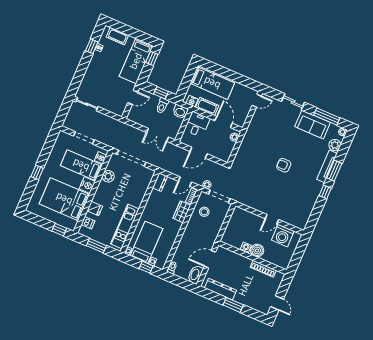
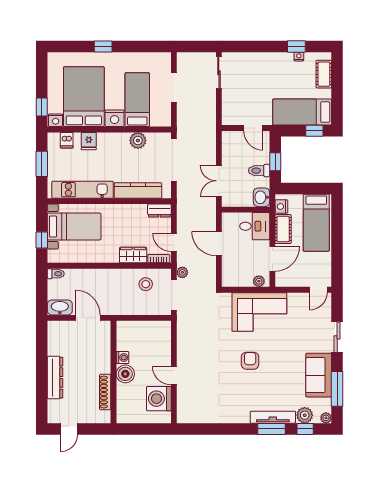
door: (257, 101) -> (318, 290), hinge flipped
corner sofa: (255, 145) -> (259, 312), added
nightstand: (101, 158) -> (56, 120), moved
kitchen counter: (141, 190) -> (138, 190), added
window: (325, 192) -> (305, 429), moved
dresser: (221, 289) -> (55, 378), moved
window: (233, 305) -> (42, 373), removed

